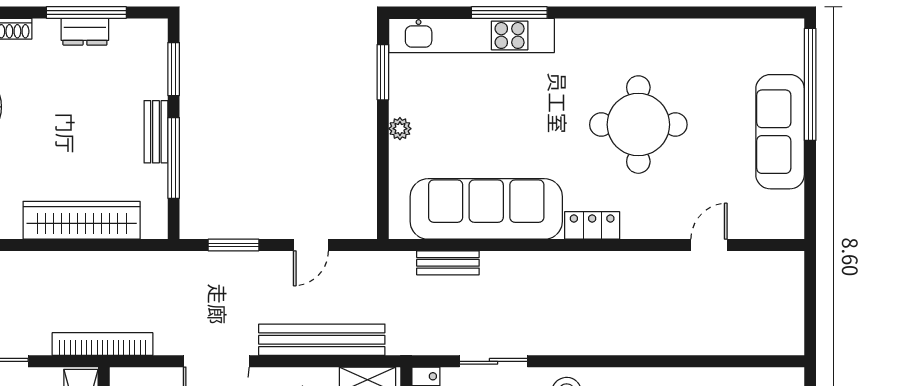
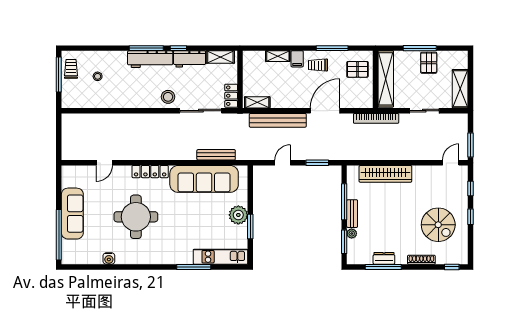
water cooler: (699, 31) -> (109, 259), added
kitchen unit: (472, 35) -> (221, 257), width x0.73
window: (383, 72) -> (250, 227), moved
plant: (157, 87) -> (352, 234), added
plant: (400, 129) -> (238, 215), width x1.88, depth x1.88
locker: (592, 225) -> (150, 172), width x1.53
bench: (448, 263) -> (216, 155), width x1.36
sliding door: (493, 361) -> (201, 111), width x1.37

